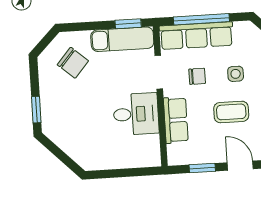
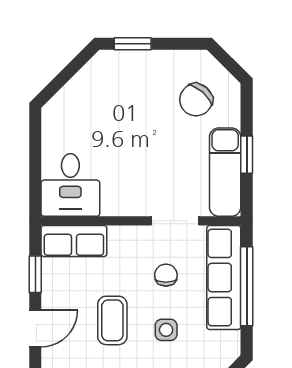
window: (128, 24) -> (247, 155), moved
chair: (197, 76) -> (166, 275), turned 180
desk: (136, 114) -> (70, 185), moved
row of seats: (176, 120) -> (74, 241), moved

